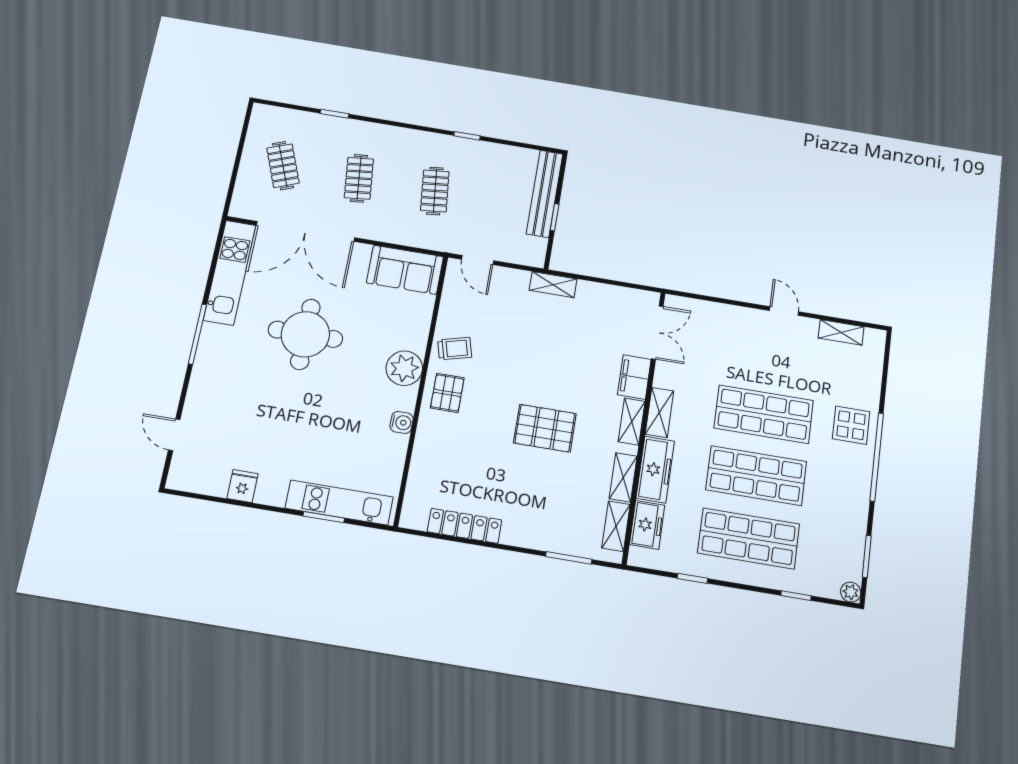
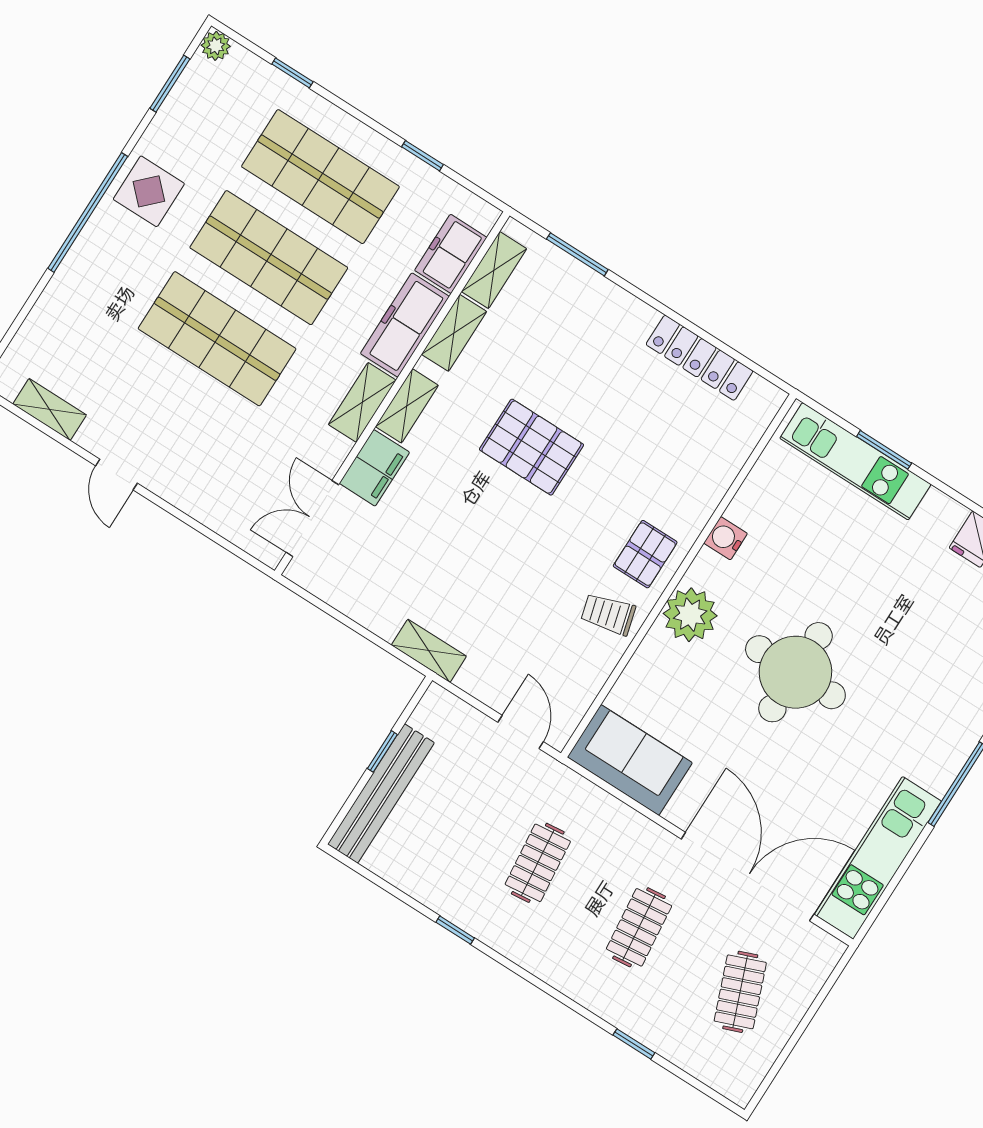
round table: (305, 334) -> (795, 672), moved
display table: (851, 425) -> (149, 191), moved

